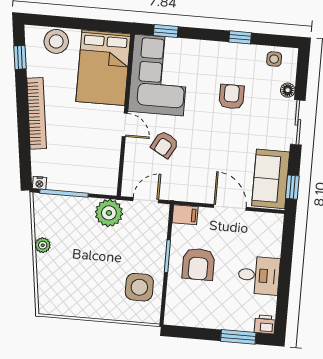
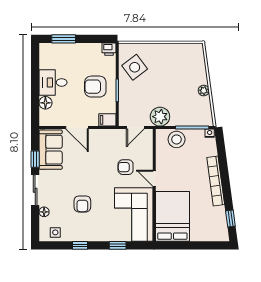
window: (166, 31) -> (118, 245), moved
stool: (56, 41) -> (177, 139), moved
armchair: (165, 144) -> (126, 167), turned -119
window: (292, 187) -> (35, 159), moved
floor lamp: (272, 247) -> (45, 103), added
armchair: (198, 264) -> (95, 87), turned -90
side table: (139, 287) -> (135, 67), turned -37
printer: (265, 324) -> (109, 49), moved

